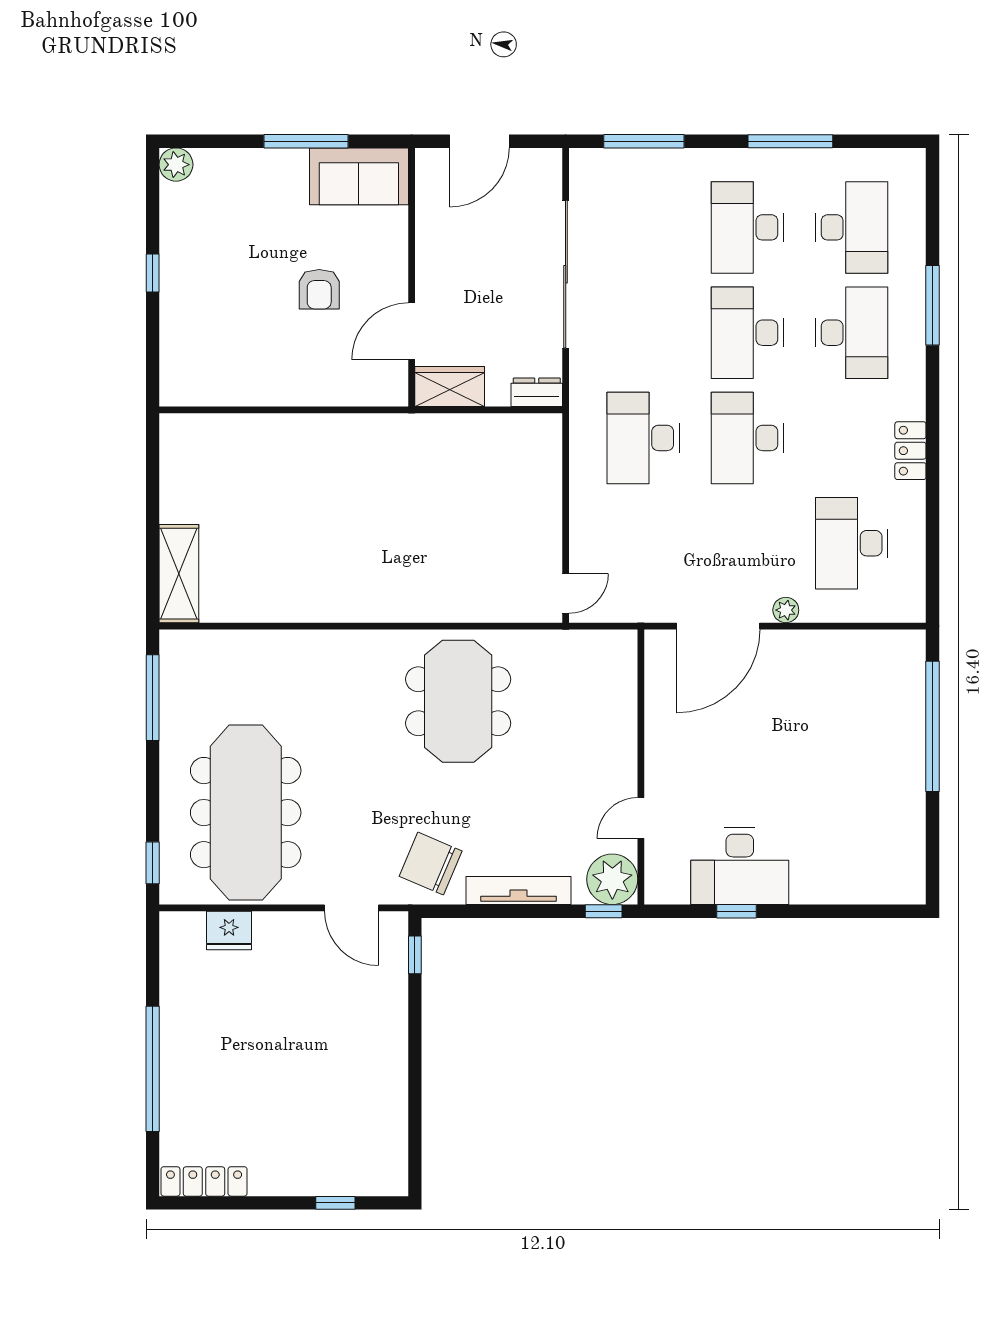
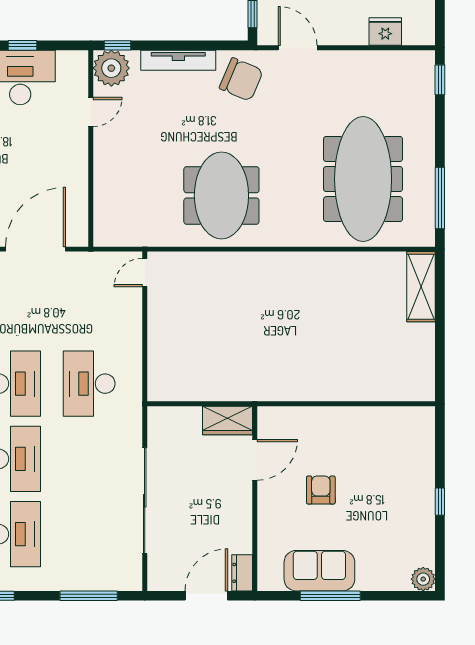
sofa: (359, 176) -> (319, 571), moved
dresser: (537, 392) -> (242, 573), moved, turned 90
desk: (643, 438) -> (89, 384), turned 180
meeting table: (246, 813) -> (363, 179), moved

